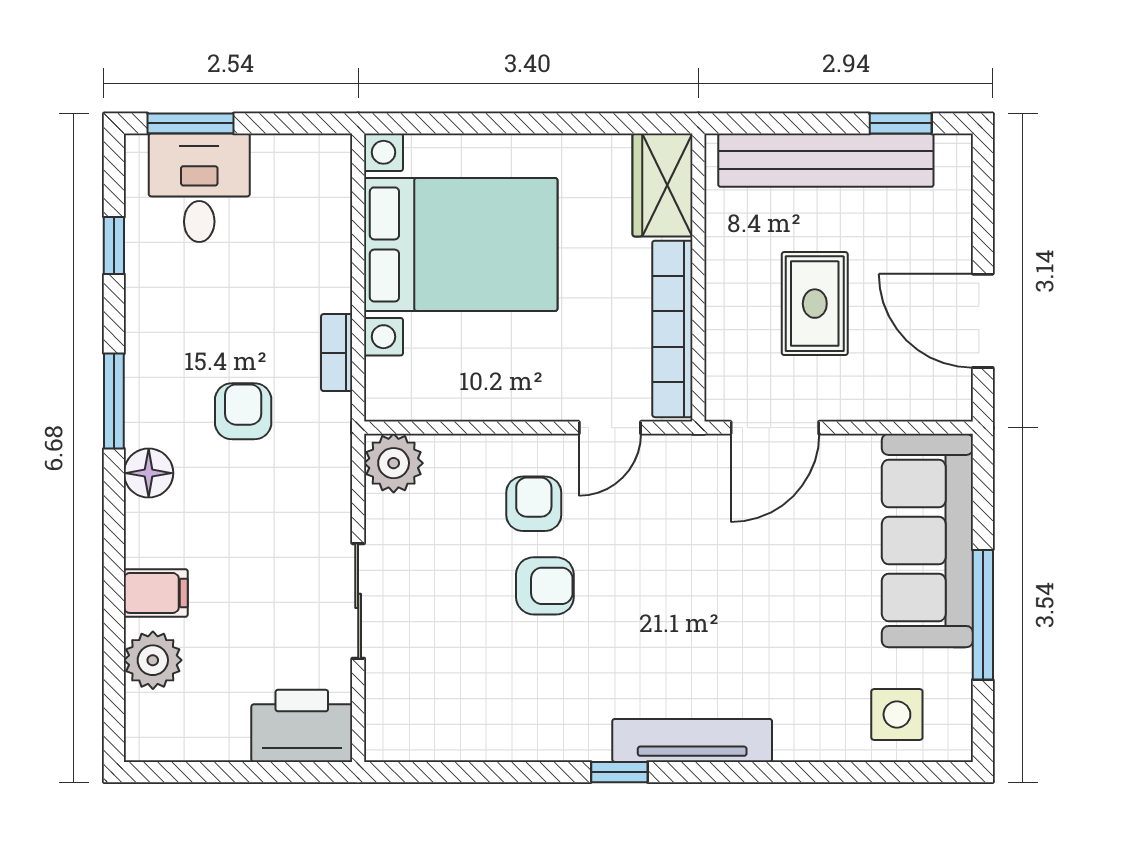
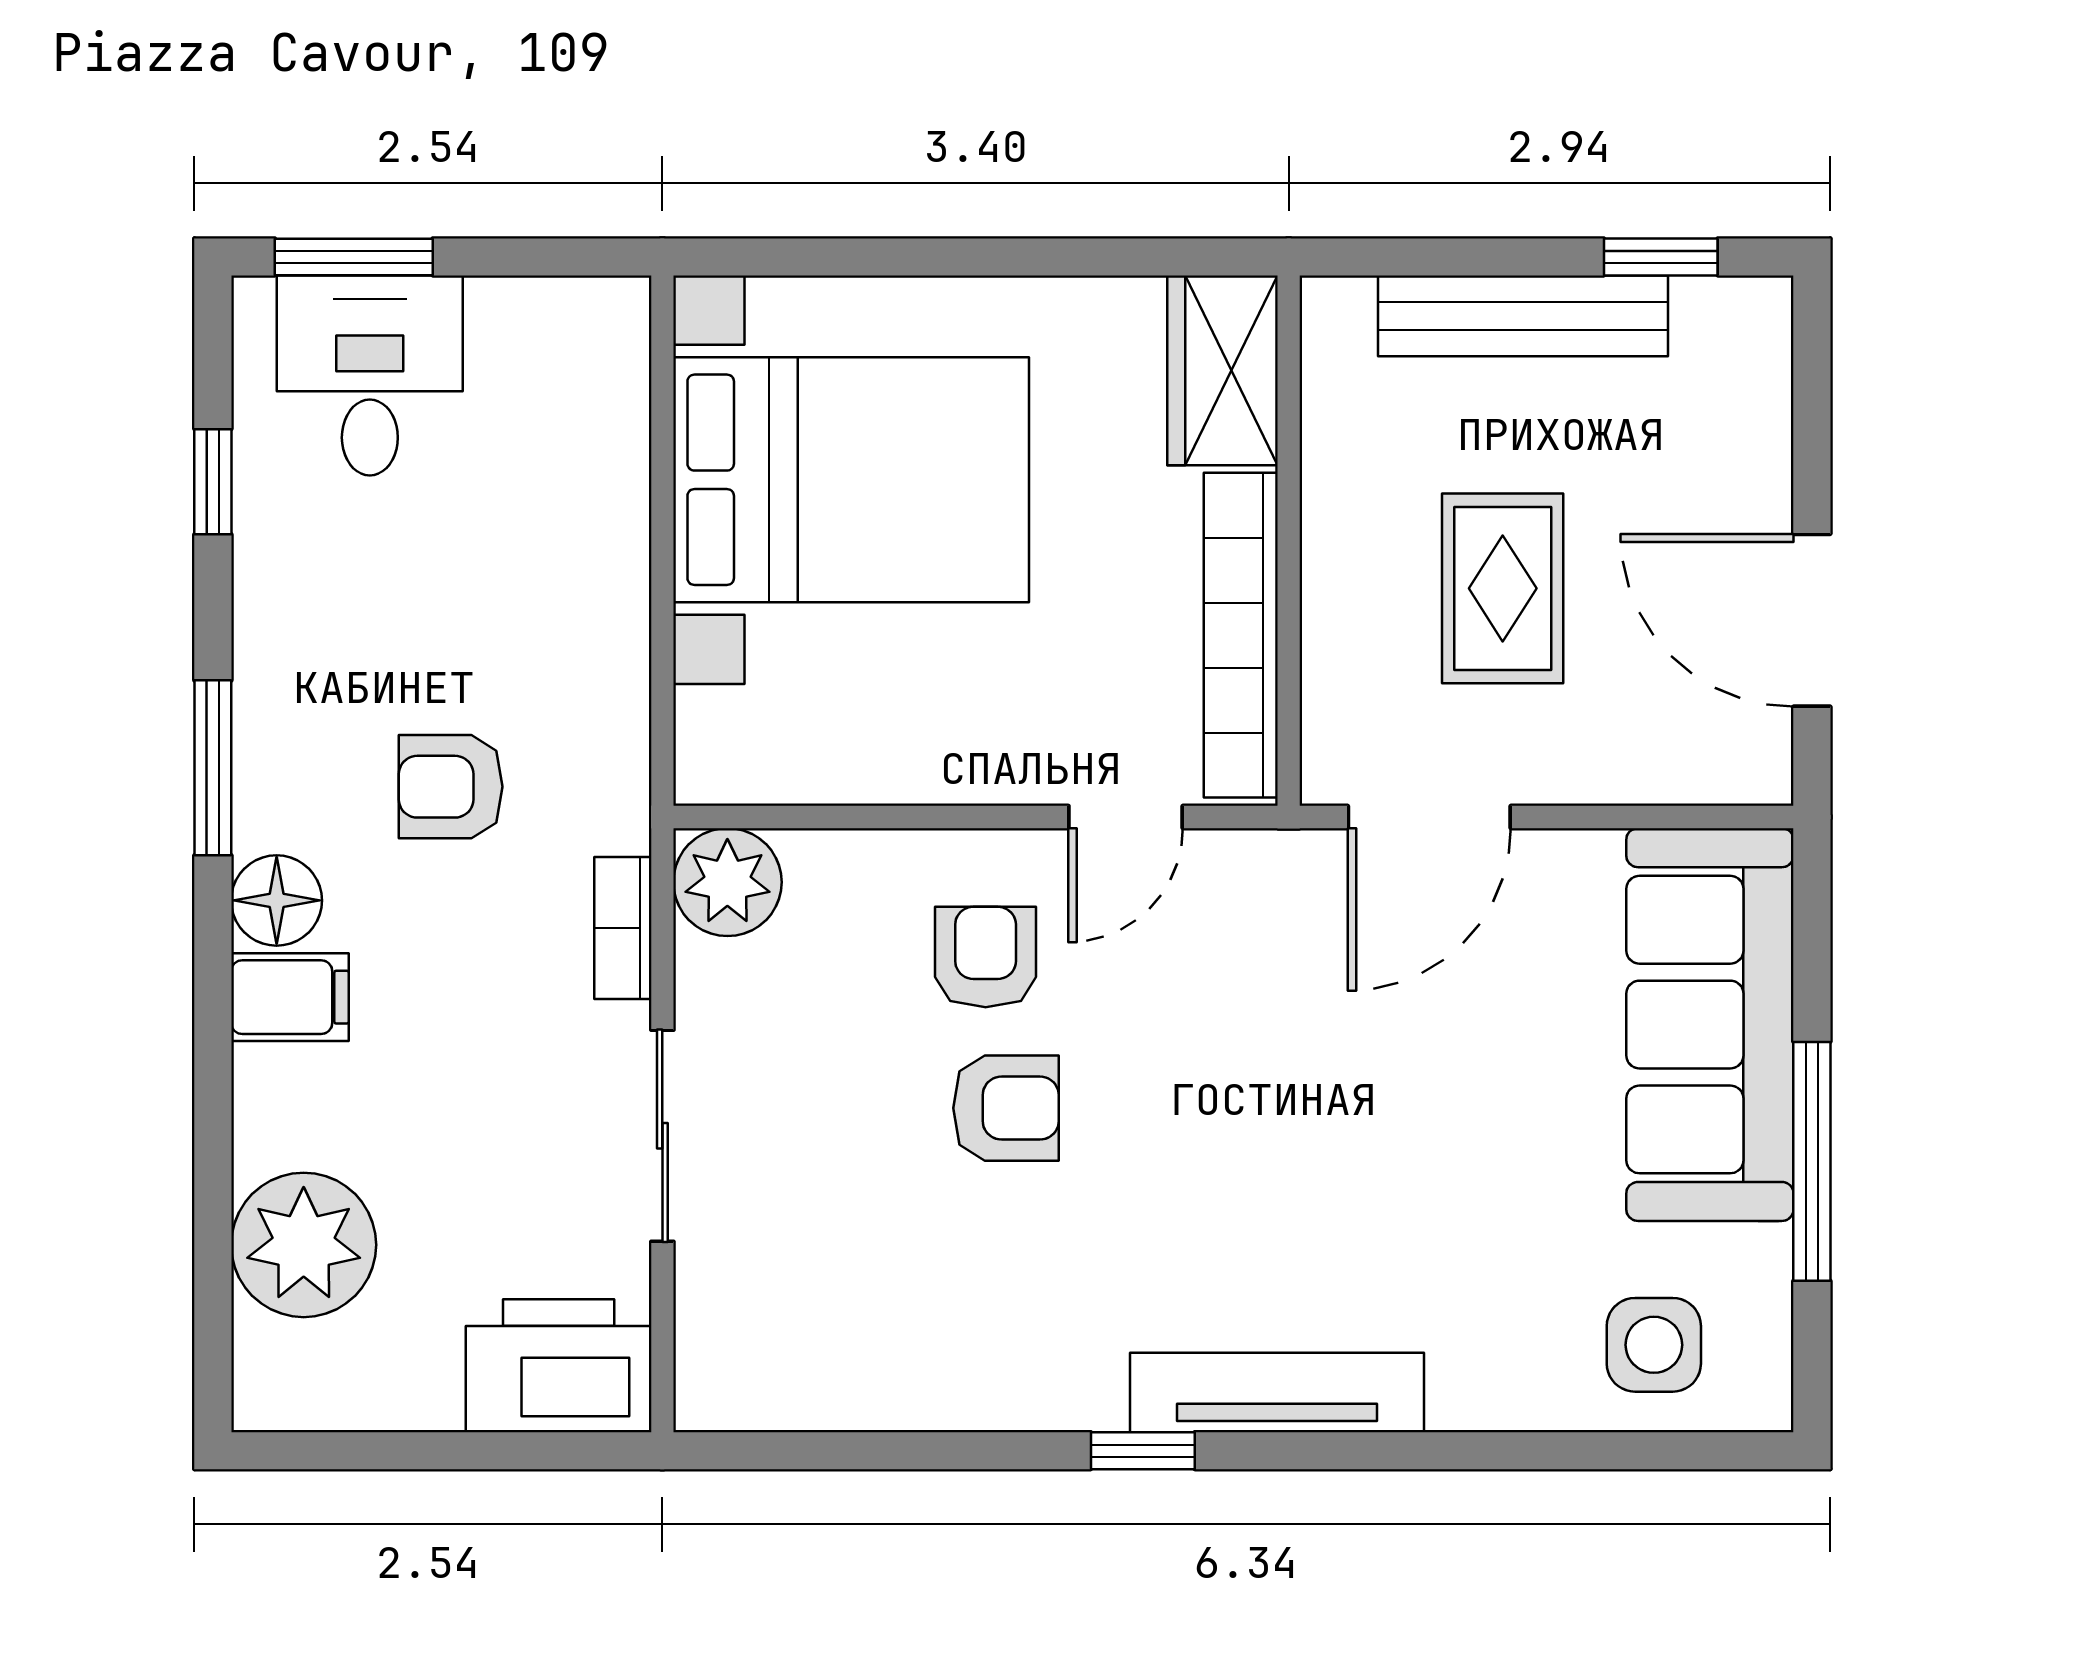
bench: (826, 160) -> (1523, 316), width x0.73, depth x0.82
bookcase: (337, 353) -> (623, 928), moved
armchair: (243, 411) -> (451, 787), turned -90
filing cabinet: (156, 593) -> (290, 997), moved
plant: (153, 660) -> (304, 1245), width x1.36, depth x1.36

